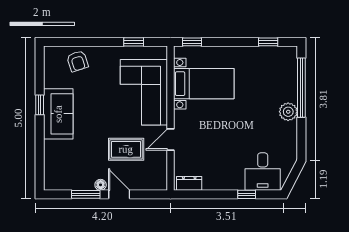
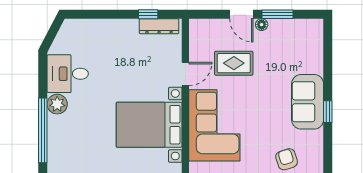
bed with nightstands: (204, 84) -> (149, 125), width x1.36
desk: (263, 172) -> (68, 74), moved, turned -90
dresser: (189, 183) -> (159, 26), width x1.44
window: (247, 194) -> (148, 14), moved

